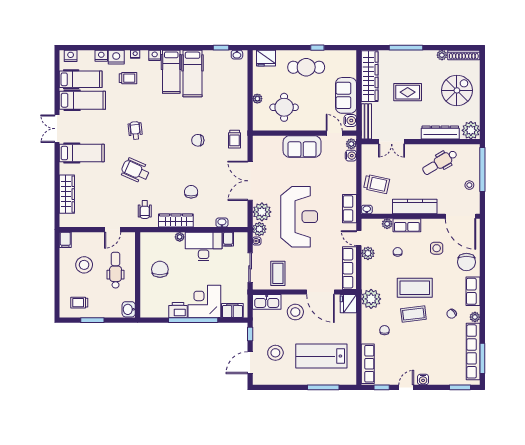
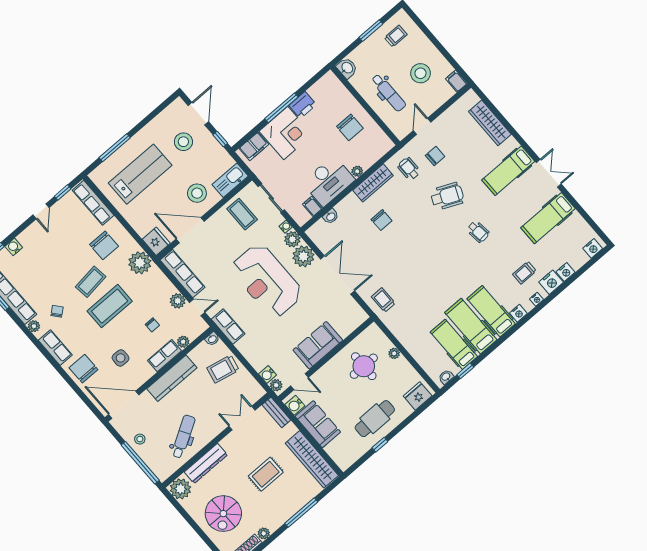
hospital bed: (81, 79) -> (454, 344), moved, turned 90
bench: (366, 121) -> (276, 412), width x0.73
chair: (198, 140) -> (435, 156), moved
window: (193, 320) -> (281, 108), width x0.68
chair: (385, 330) -> (104, 245), width x1.87, depth x1.87
water cooler: (423, 379) -> (14, 247), moved

